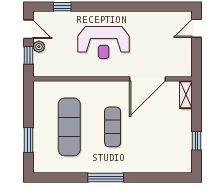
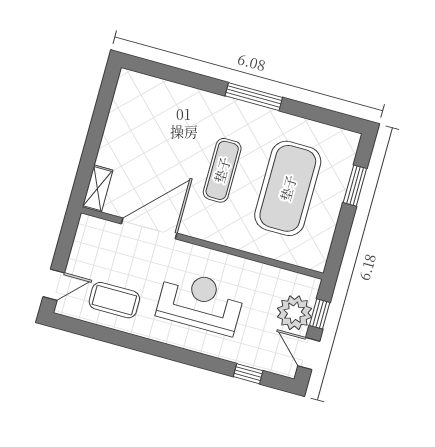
coffee table: (157, 29) -> (114, 300), added
plant: (39, 47) -> (294, 313), width x1.87, depth x1.87
exercise mat: (69, 127) -> (288, 188), width x1.47
window: (196, 141) -> (101, 114), removed

